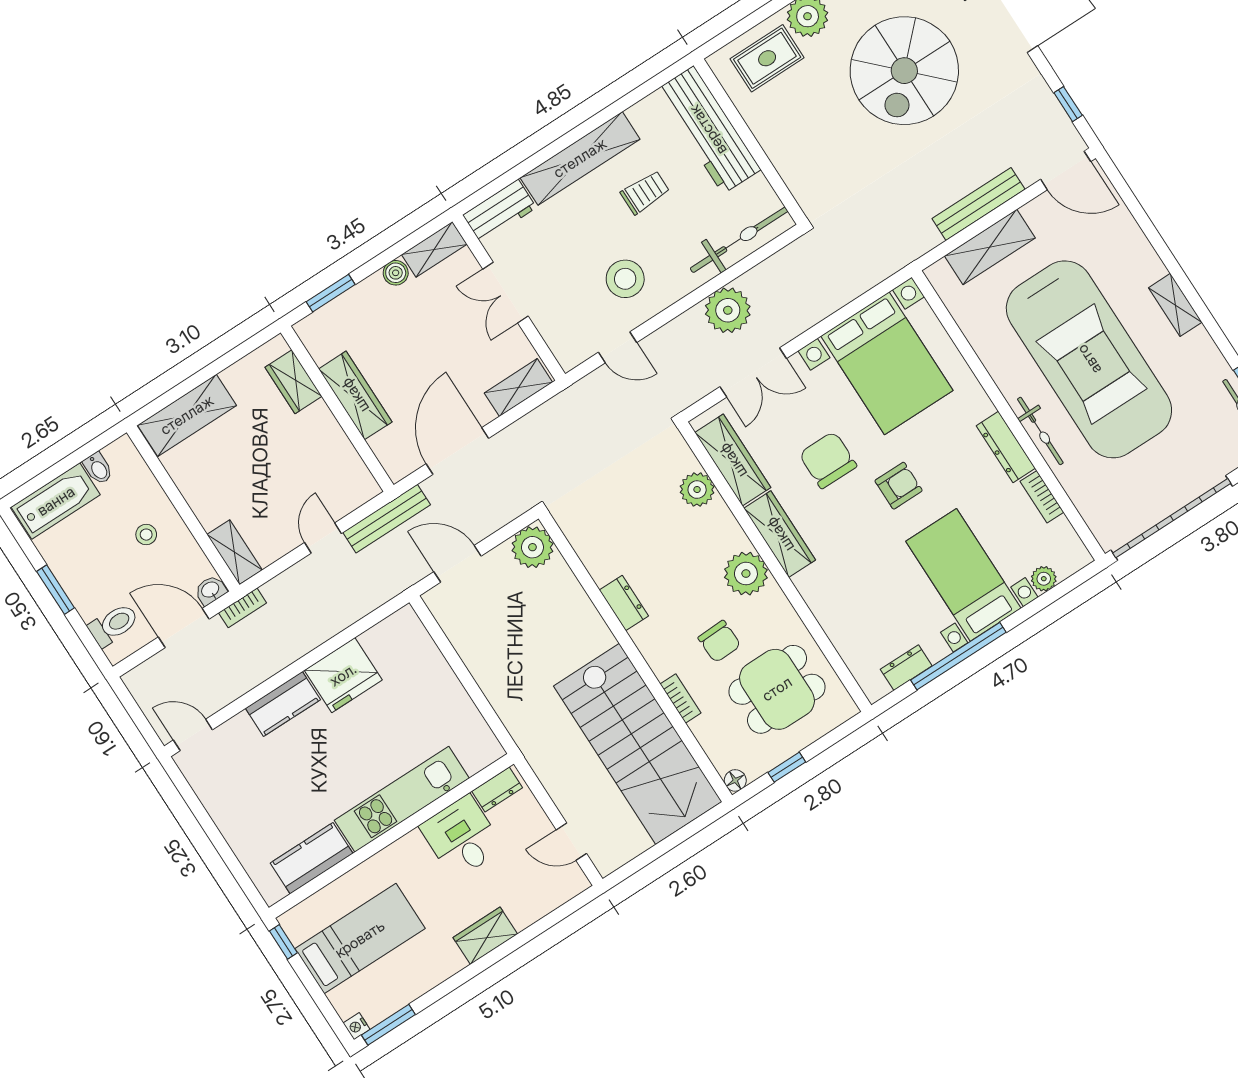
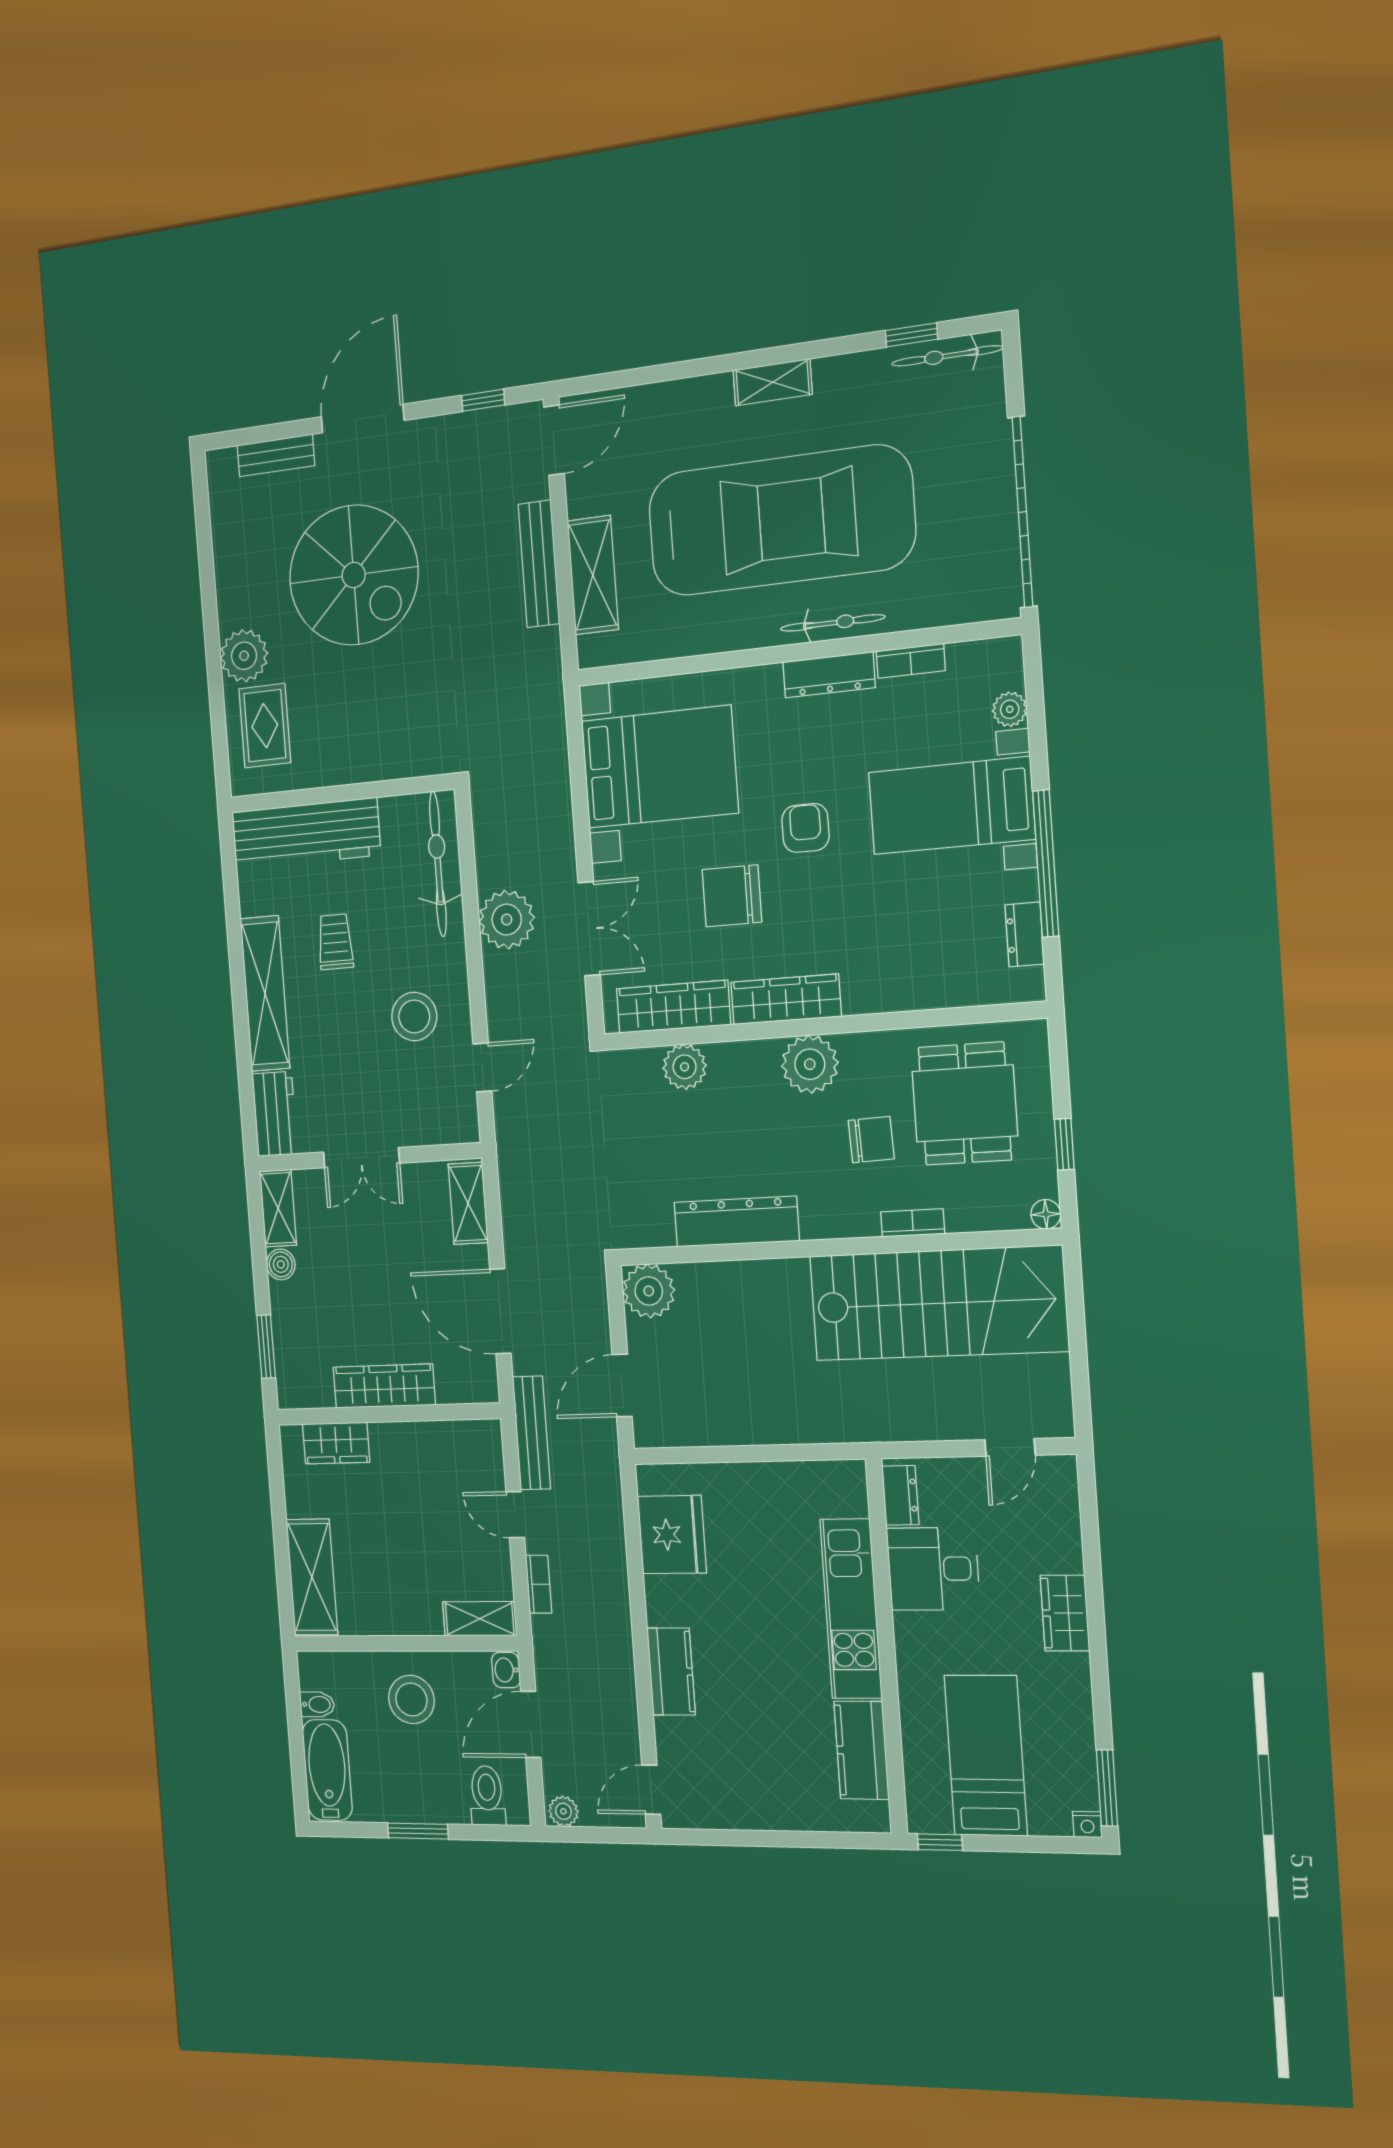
stool: (146, 535) -> (411, 1699), width x1.89, depth x1.89
dresser: (624, 603) -> (737, 1222), width x1.96, depth x1.24
bookcase: (243, 608) -> (539, 1584), moved
fridge: (343, 675) -> (672, 1535), moved
plant: (138, 684) -> (563, 1811), added

